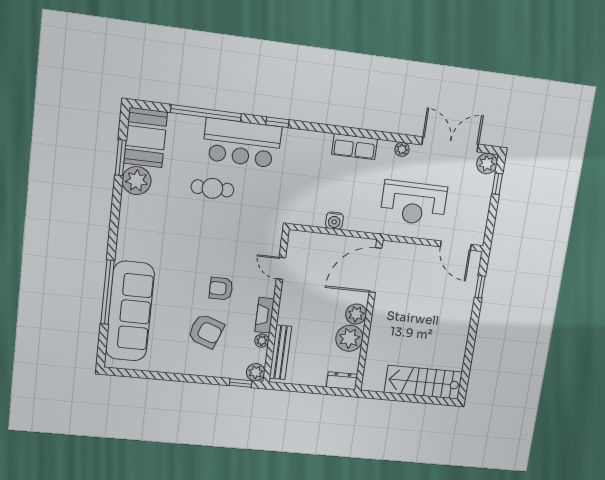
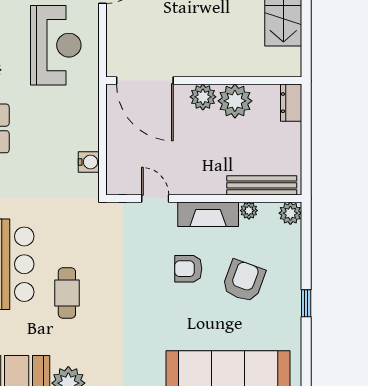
water cooler: (334, 221) -> (89, 162), moved
door: (281, 268) -> (155, 198), swing flipped
armchair: (221, 289) -> (188, 269), turned 90
fireplace: (265, 315) -> (208, 214), width x1.37, depth x1.32
window: (241, 383) -> (306, 303), moved

